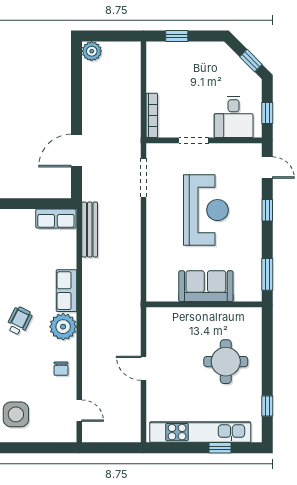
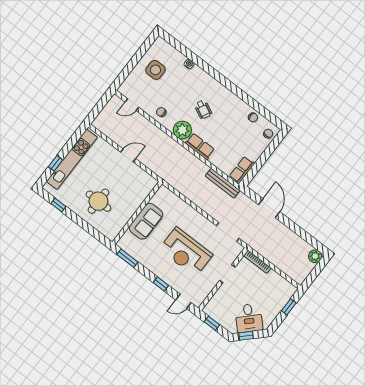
desk: (234, 117) -> (249, 318), moved, turned -135

